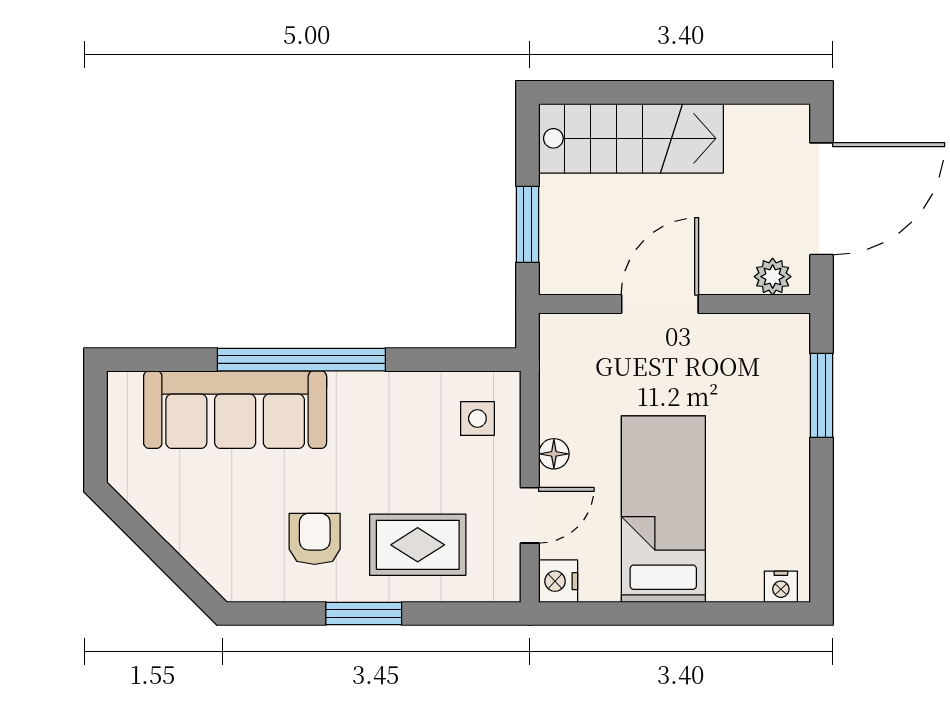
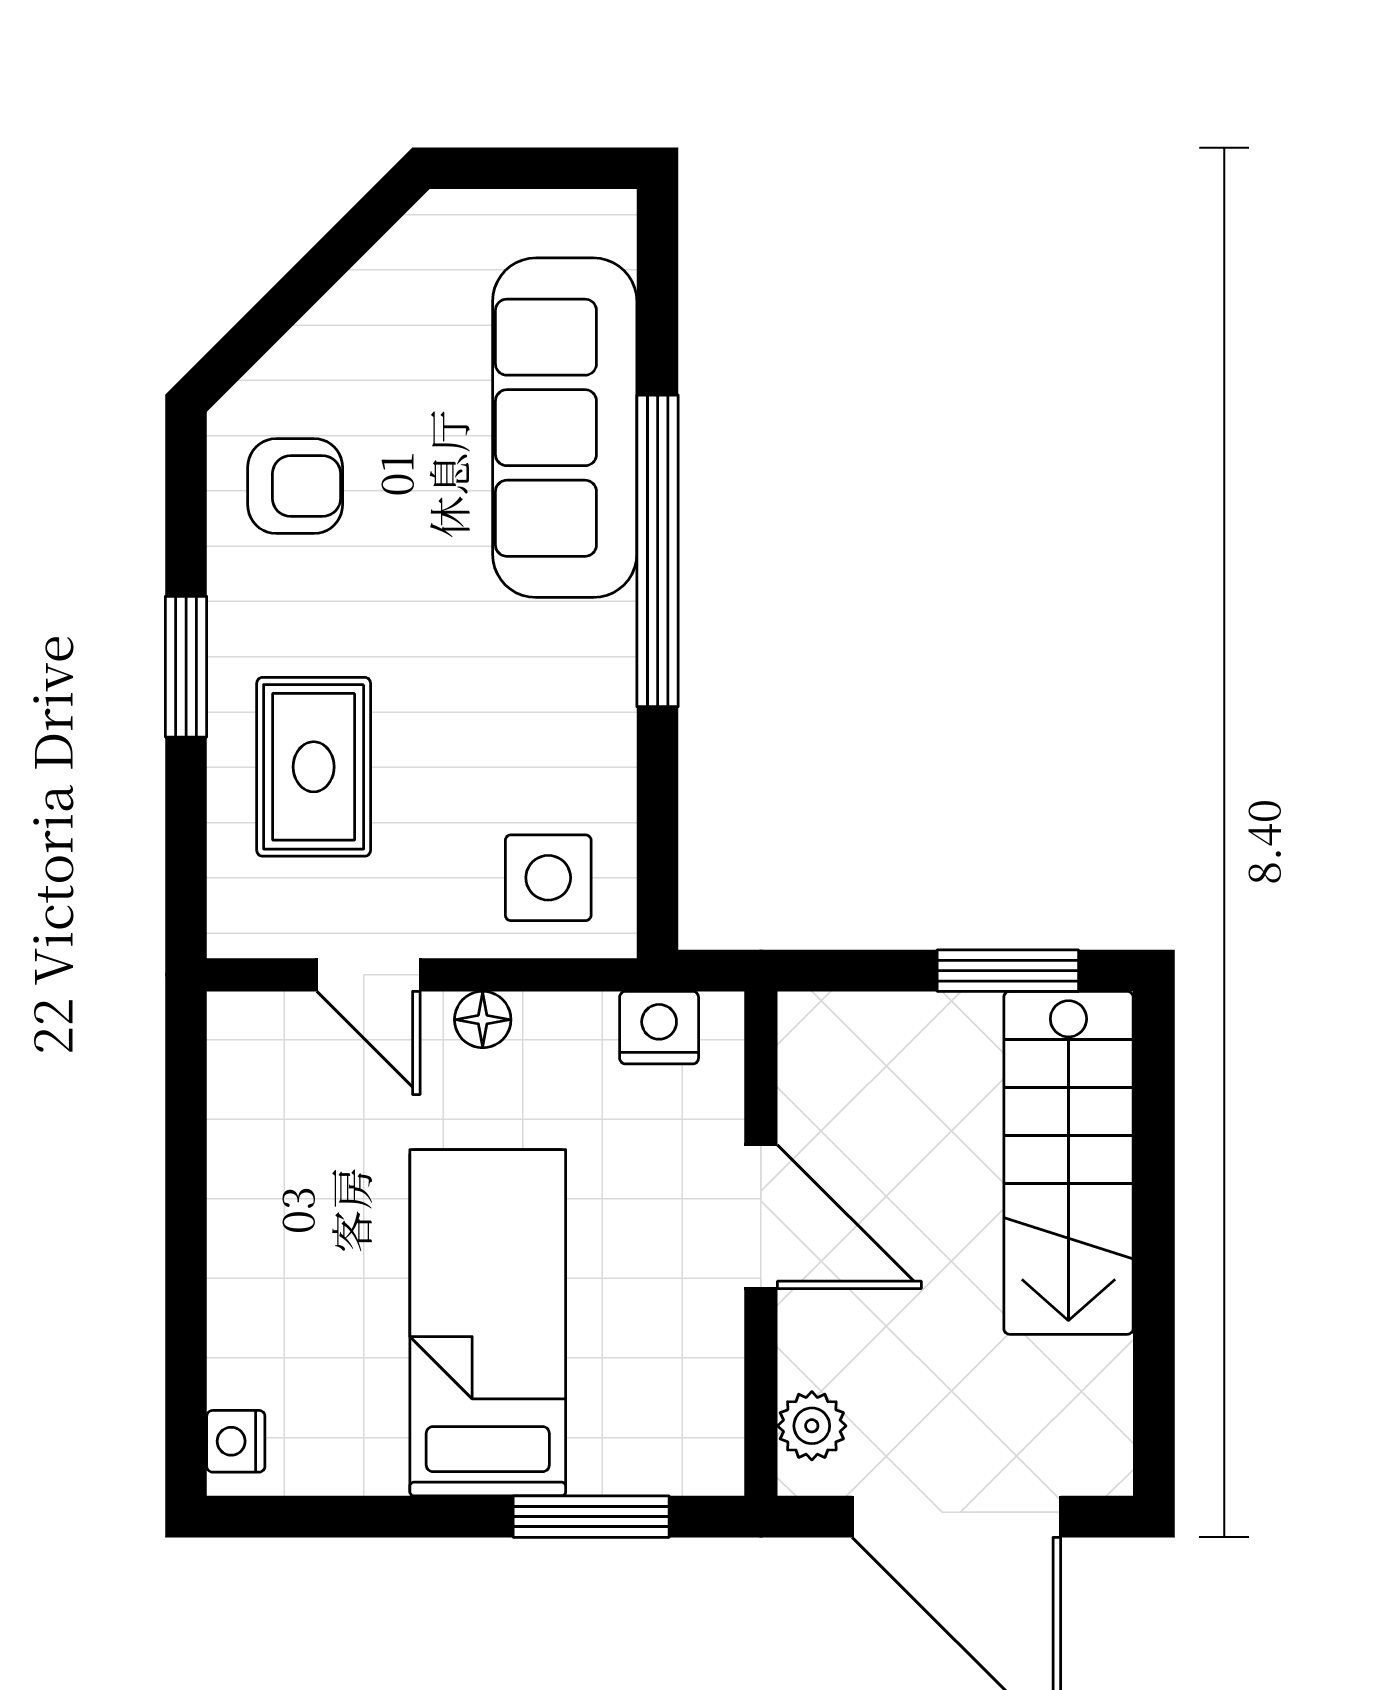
window: (527, 224) -> (1008, 971), moved
side table: (477, 418) -> (548, 878), width x1.37, depth x1.37
bed: (663, 509) -> (488, 1323), moved, turned -90
armchair: (315, 539) -> (295, 486), moved
nightstand: (558, 581) -> (659, 1028), moved

